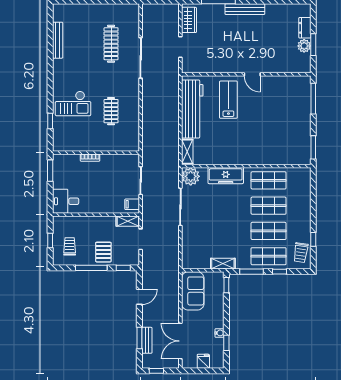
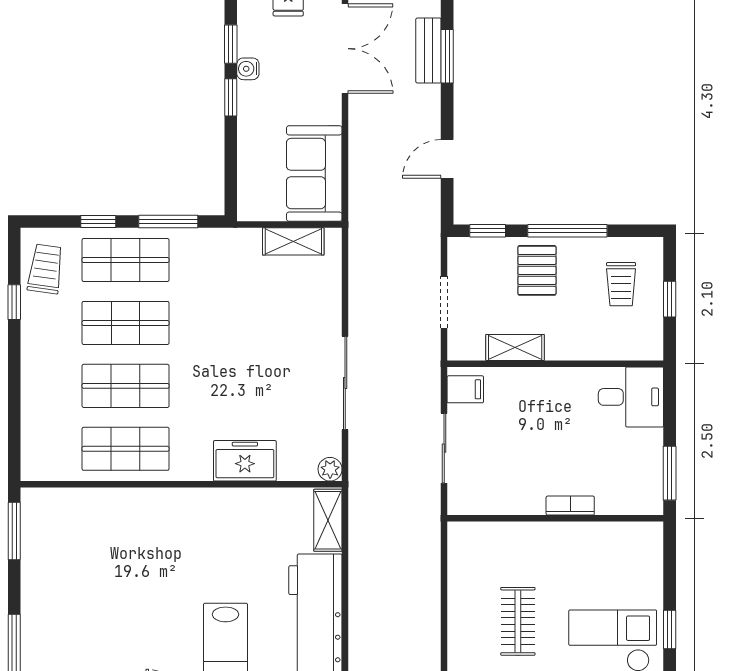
window: (50, 121) -> (670, 630), moved
plant: (191, 176) -> (330, 469), width x0.53, depth x0.53
freezer: (226, 176) -> (245, 461), width x0.71
shelving: (128, 221) -> (515, 347), moved
shelving: (223, 264) -> (293, 241), moved
window: (226, 285) -> (231, 97), moved

